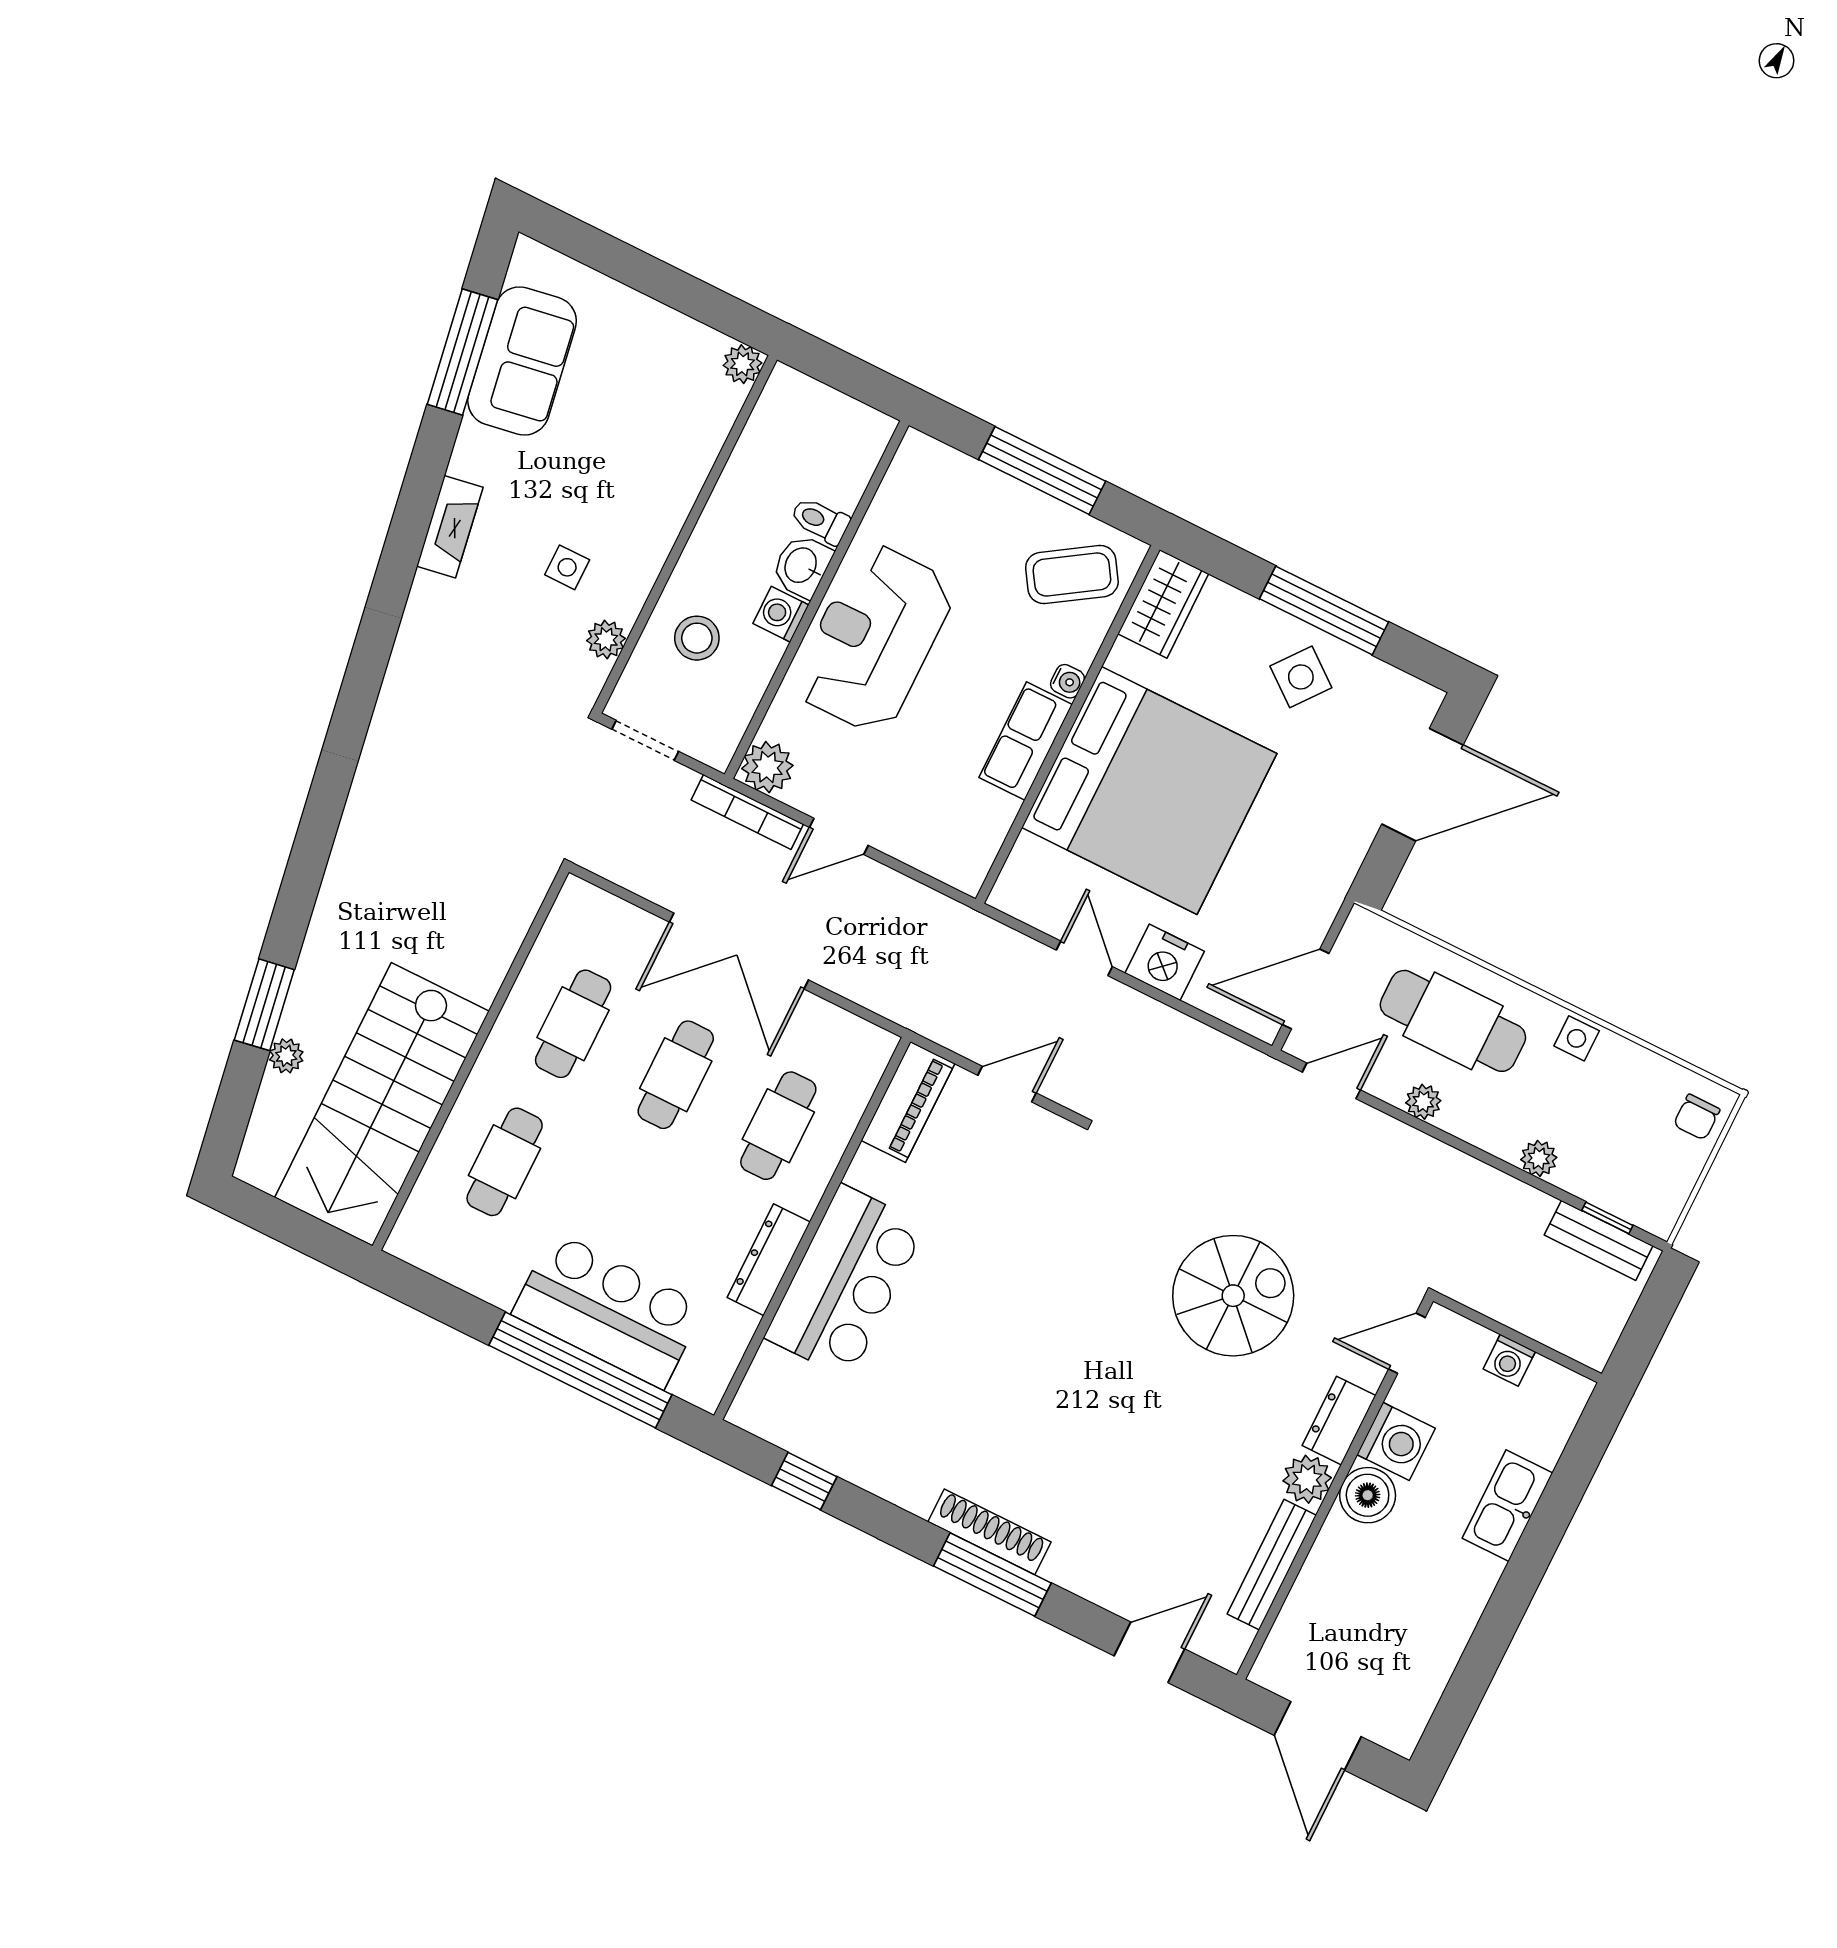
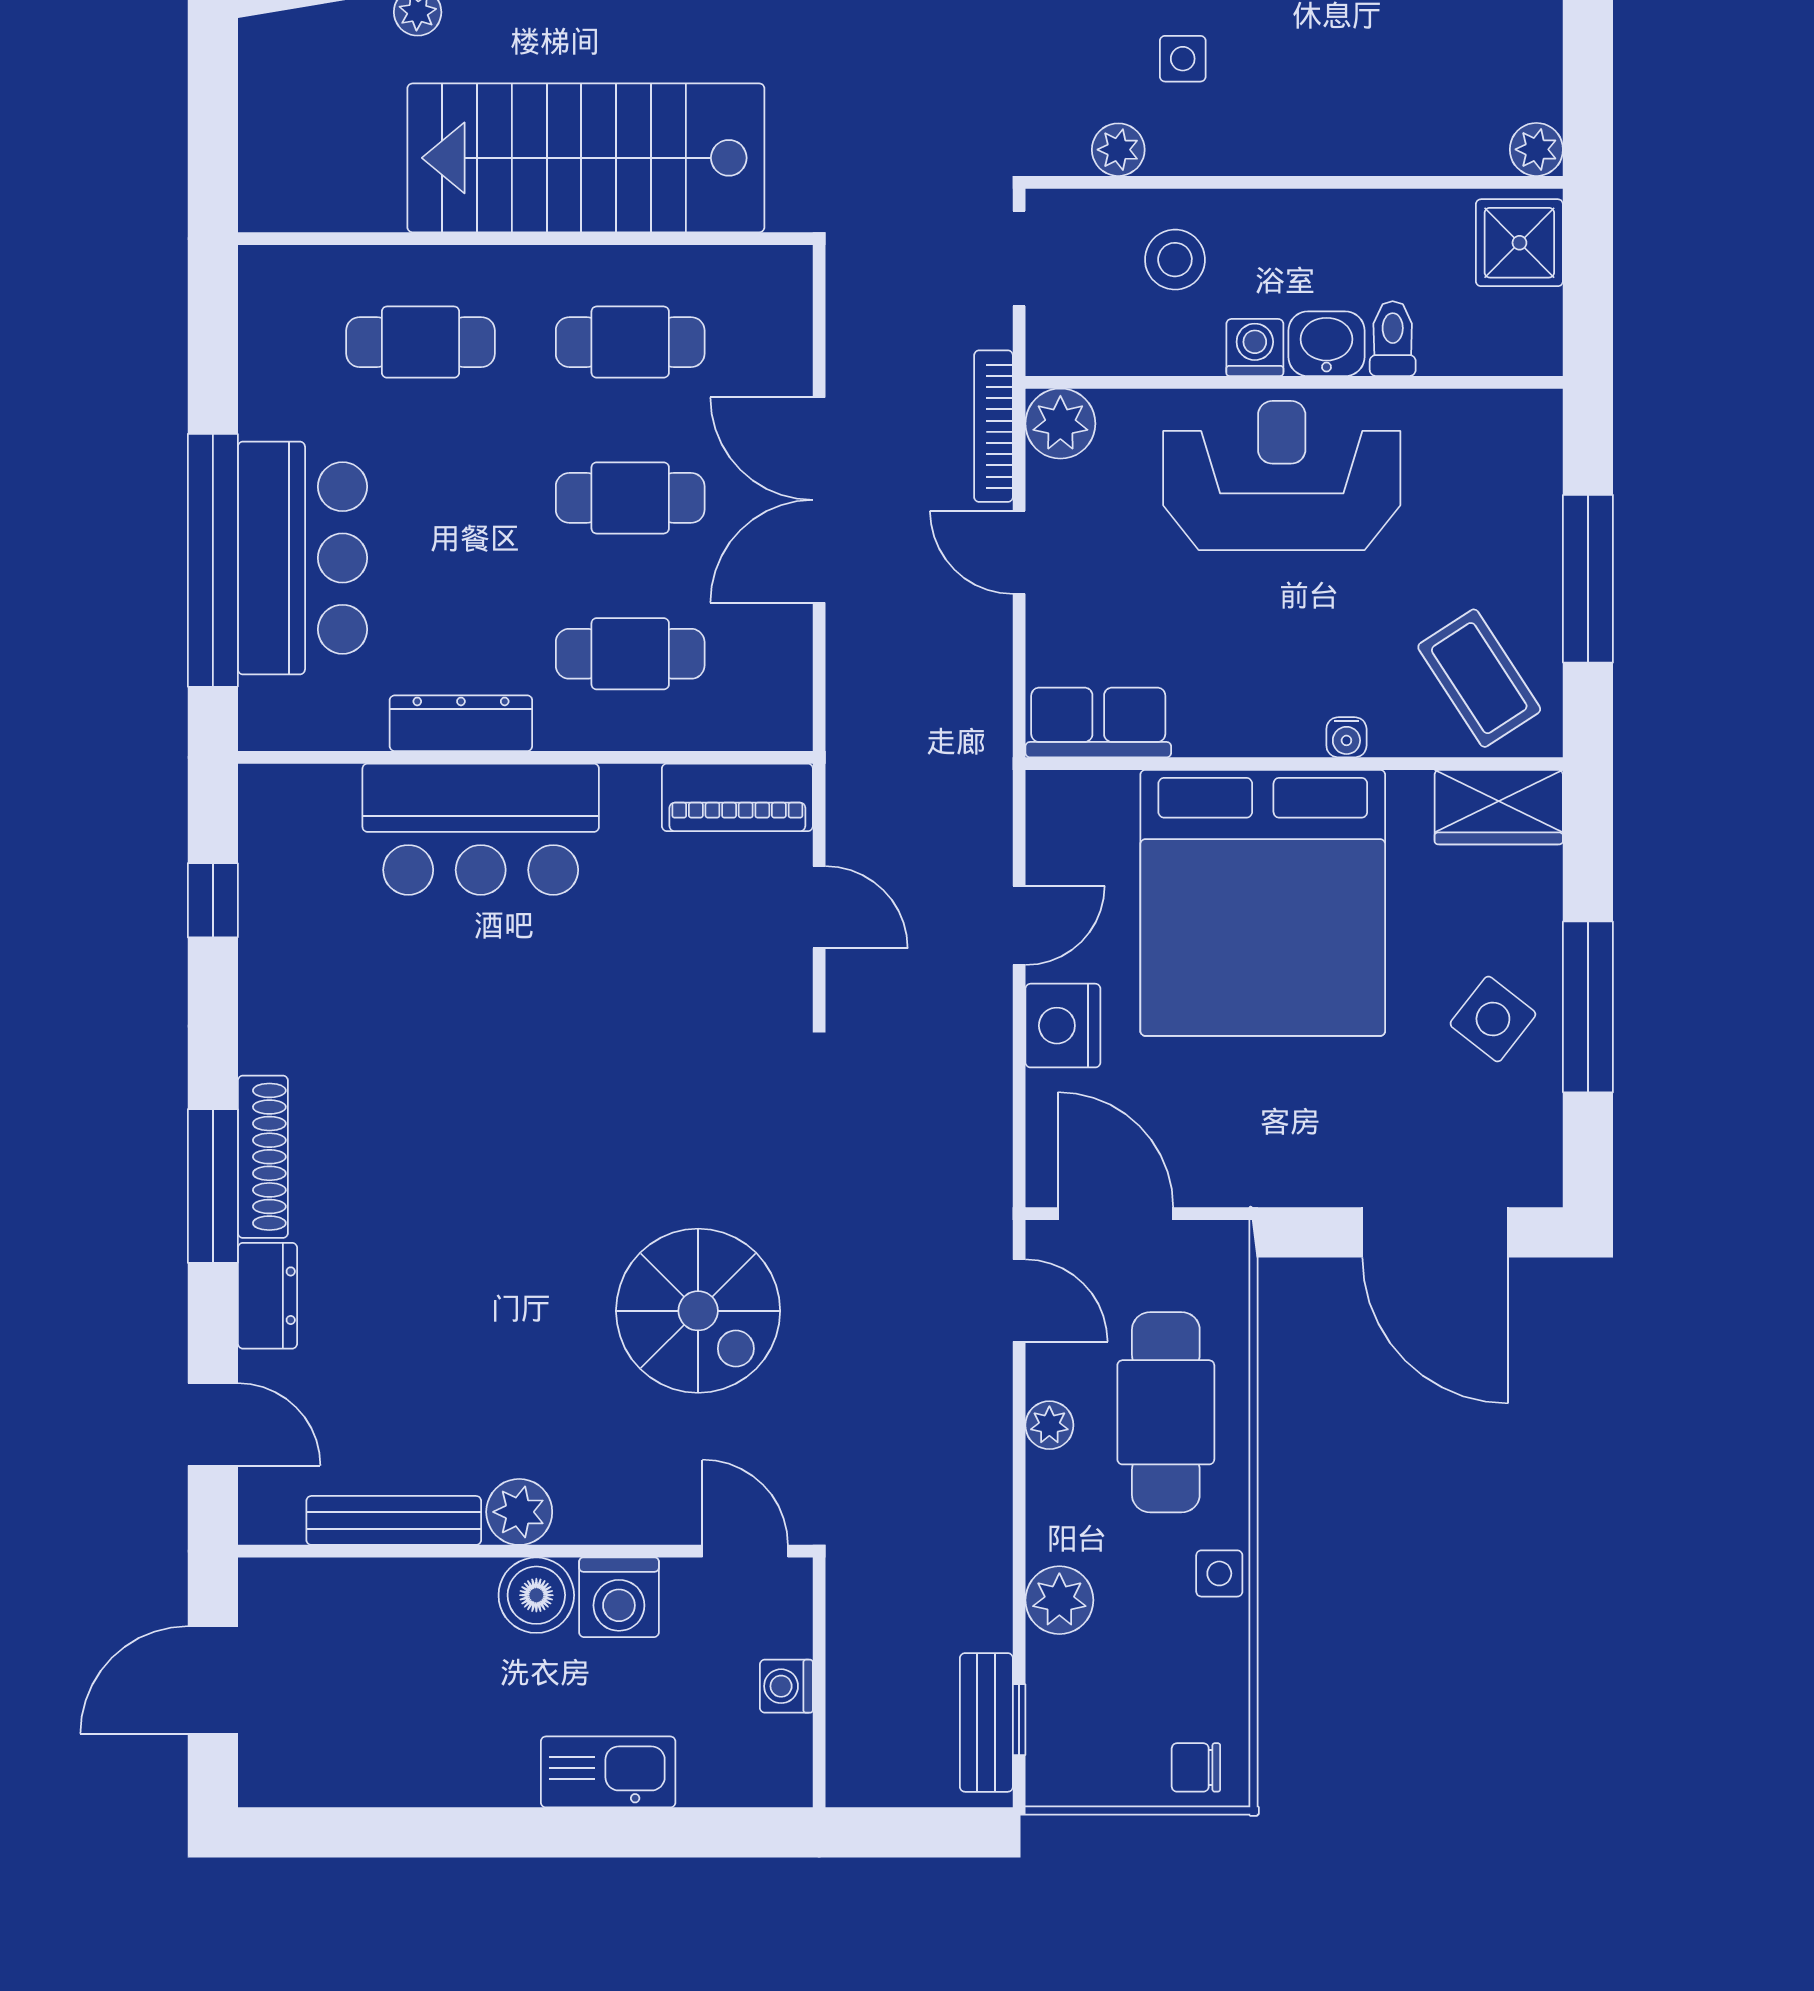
shower: (798, 406) -> (1519, 243), added
row of seats: (1026, 741) -> (1098, 722), moved
stairs: (382, 1104) -> (586, 158), moved
plant: (1539, 1158) -> (1059, 1600), width x1.38, depth x1.38
dresser: (1339, 1421) -> (267, 1296), moved, turned 90

